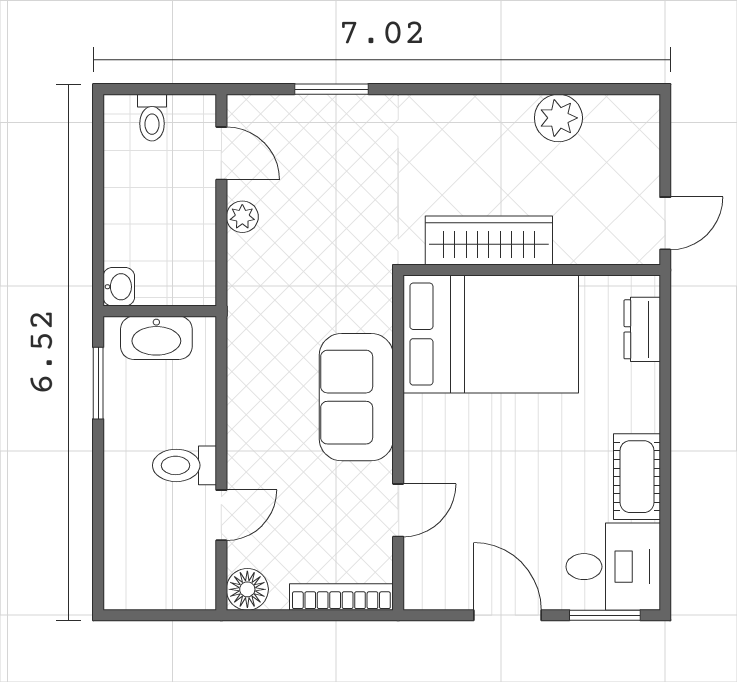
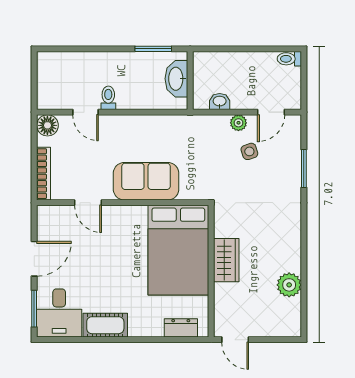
toilet: (152, 118) -> (289, 59), moved
side table: (298, 195) -> (249, 151), added
wardrobe: (489, 241) -> (226, 260), width x0.67
washbasin: (119, 287) -> (220, 102), moved, turned 180
toilet: (184, 465) -> (108, 98), width x0.73, depth x0.72

